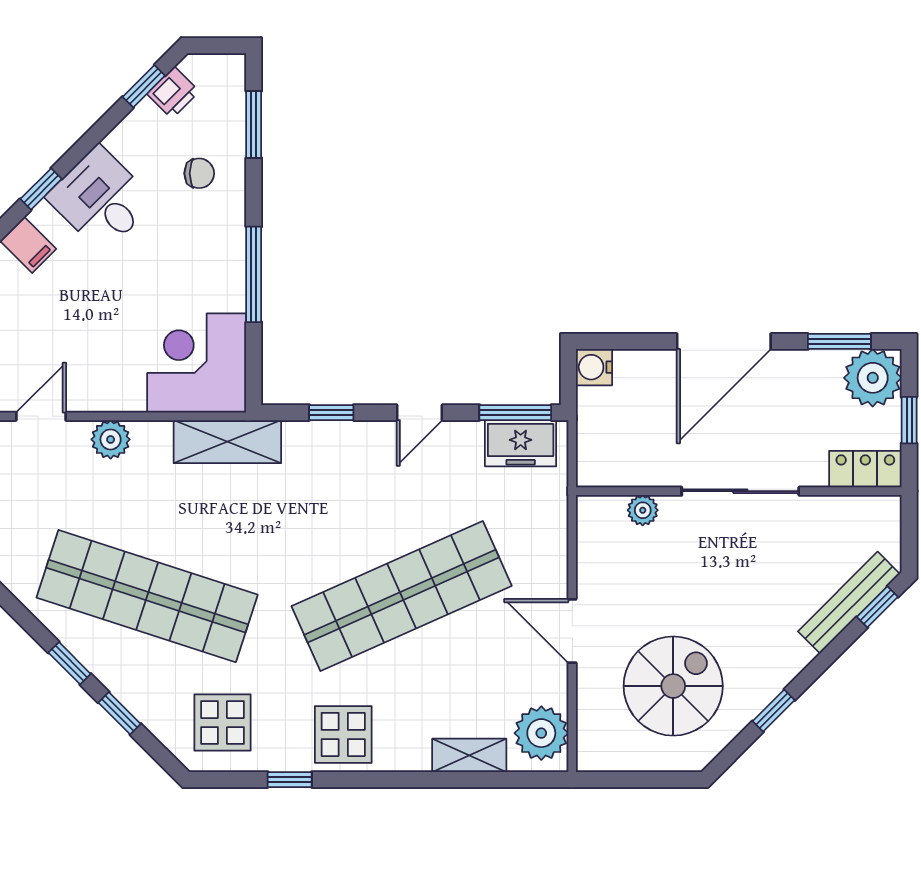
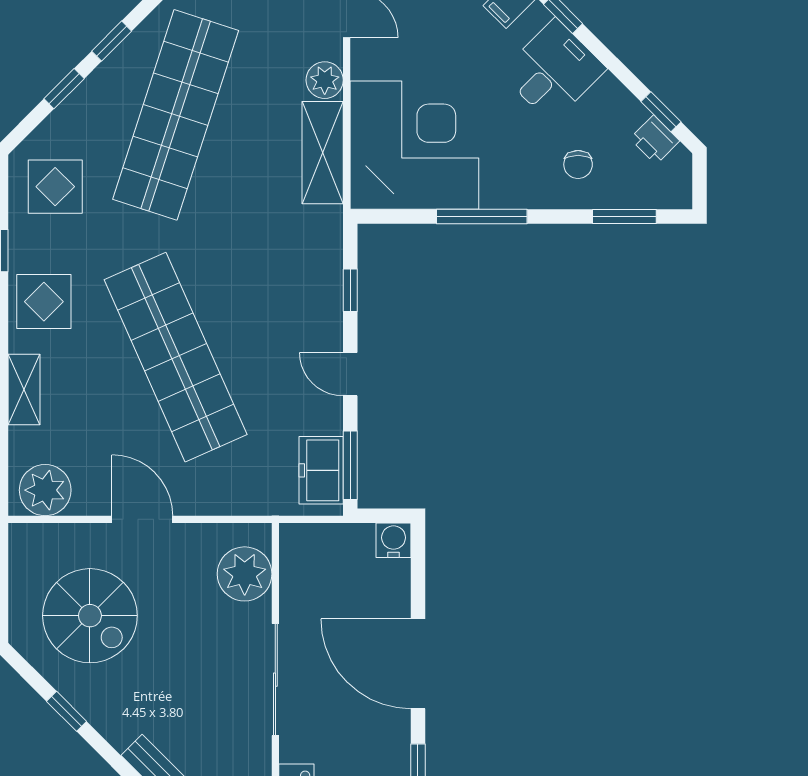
corner desk: (197, 363) -> (414, 145), width x1.36, depth x1.36
shelving: (227, 442) -> (323, 153), moved
plant: (643, 510) -> (245, 574), width x1.87, depth x1.87
door: (572, 631) -> (142, 519), hinge flipped
shelving: (469, 755) -> (24, 390), moved

